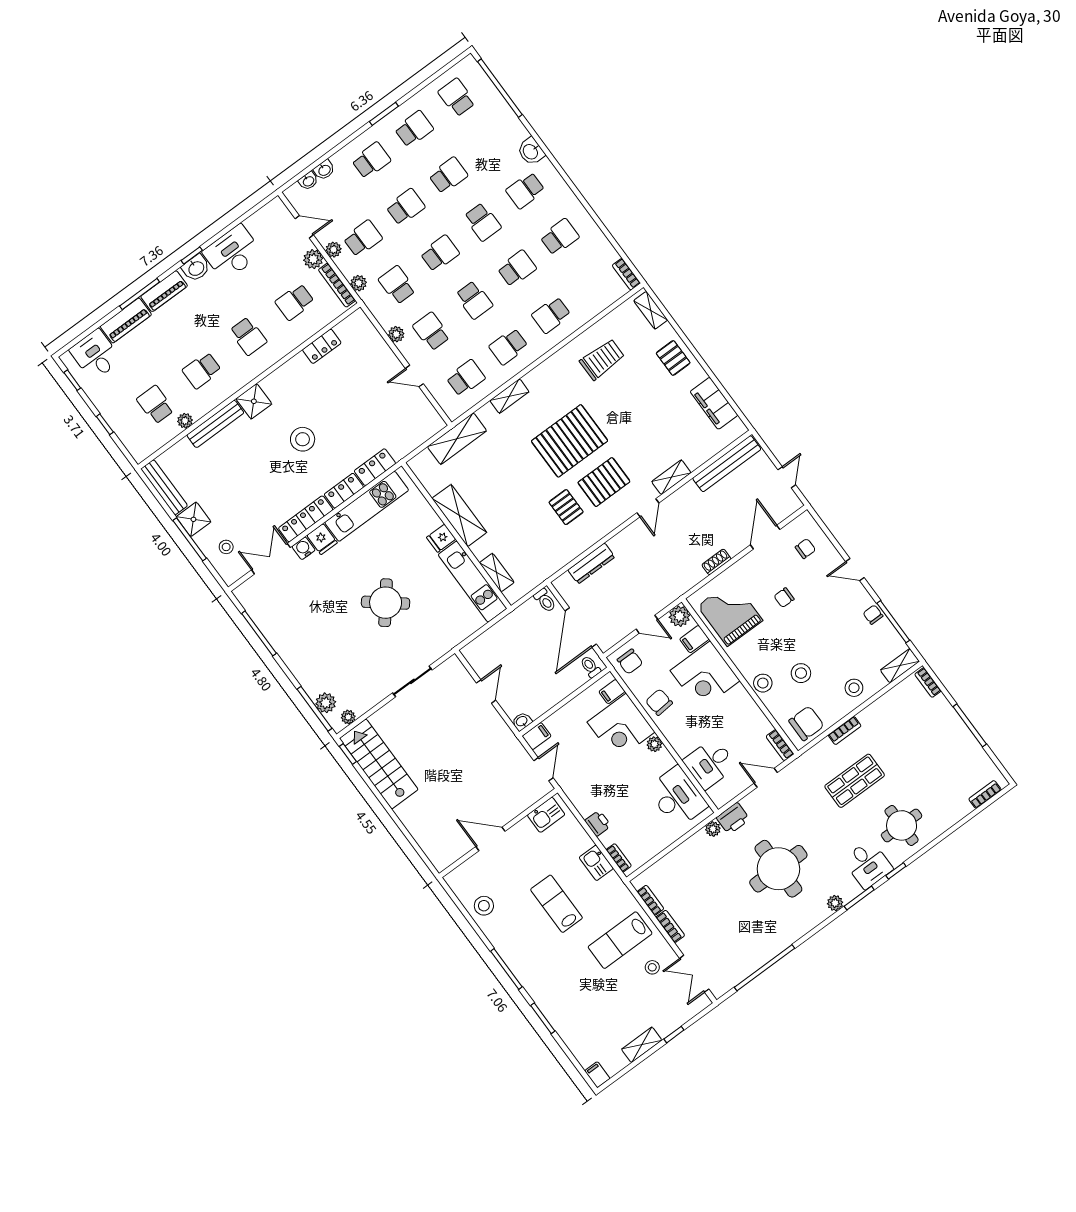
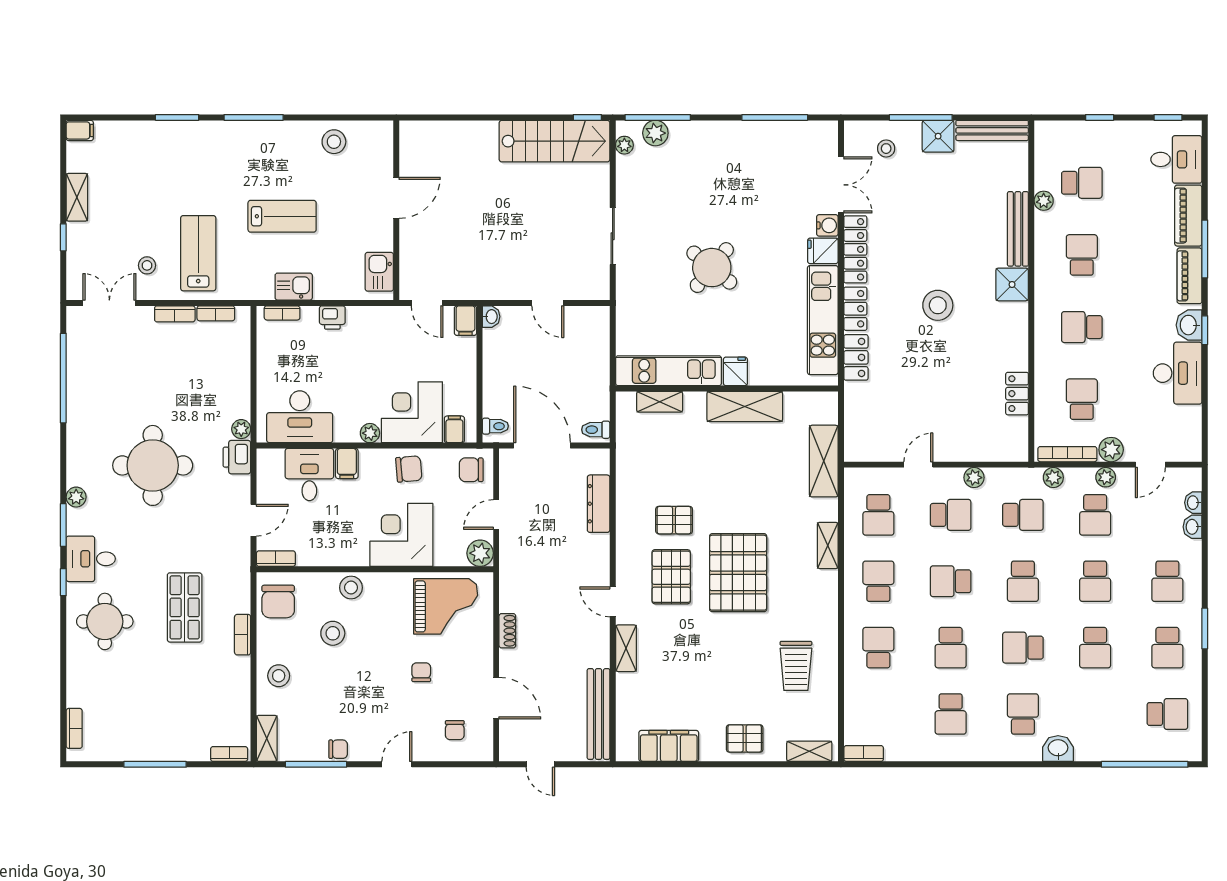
filing cabinet: (694, 639) -> (347, 464), moved, turned 180

